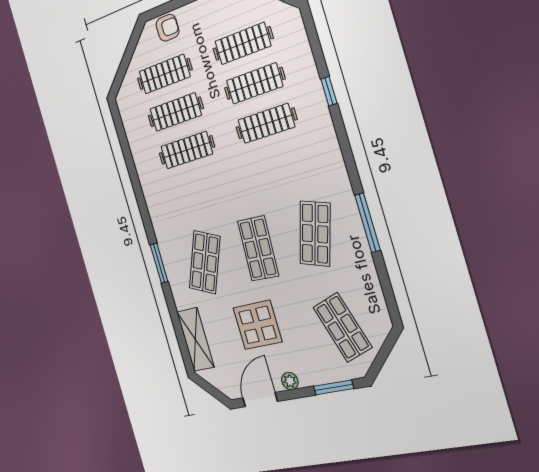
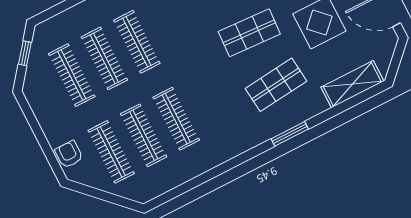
shop shelf: (205, 262) -> (276, 85), turned -30

